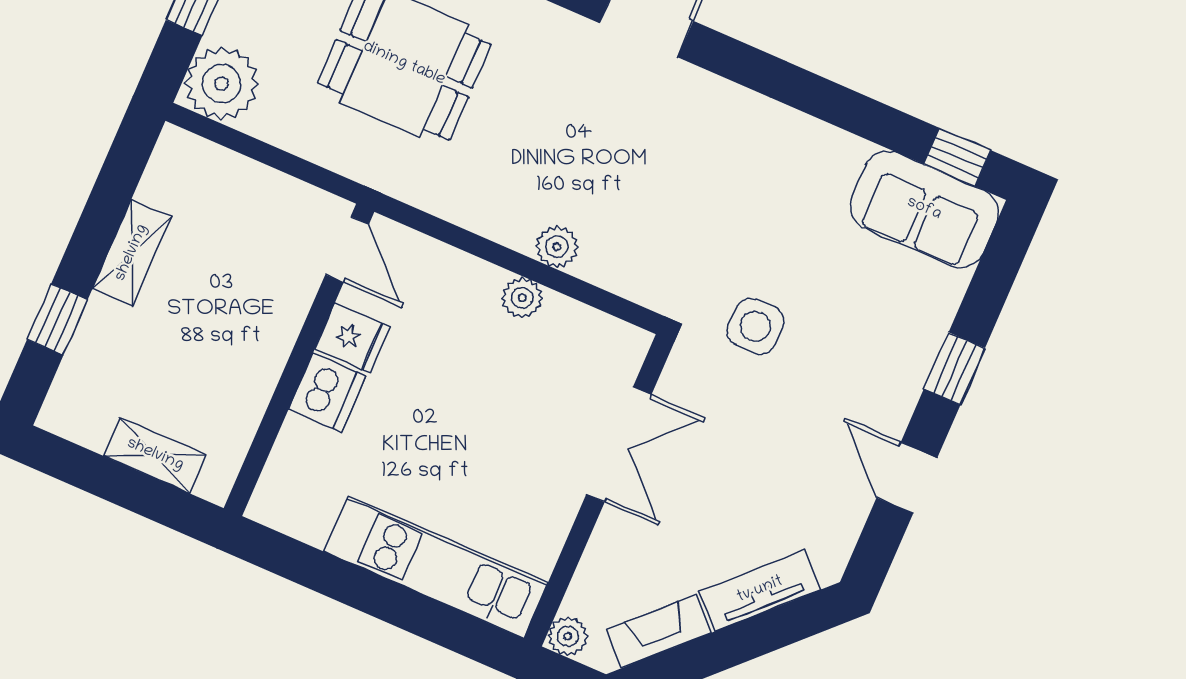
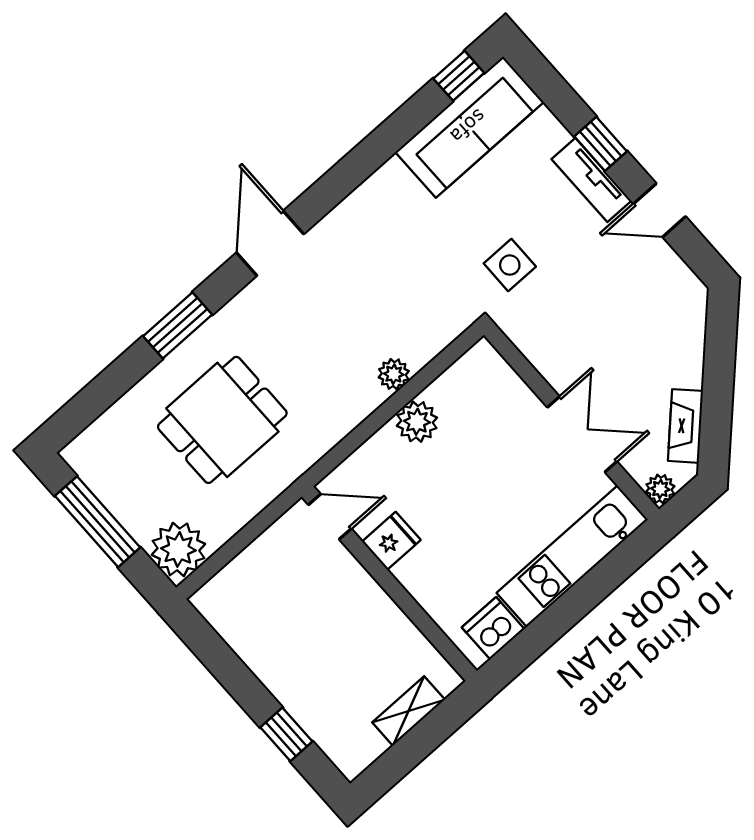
sofa: (924, 209) -> (469, 127), width x1.36
shelving: (132, 253) -> (265, 663), removed
plant: (522, 298) -> (417, 422), width x1.38, depth x1.38
dishwasher: (327, 393) -> (493, 628), moved, turned -90
double door: (619, 444) -> (582, 434), moved
tv unit: (760, 590) -> (591, 180), moved, turned -45

